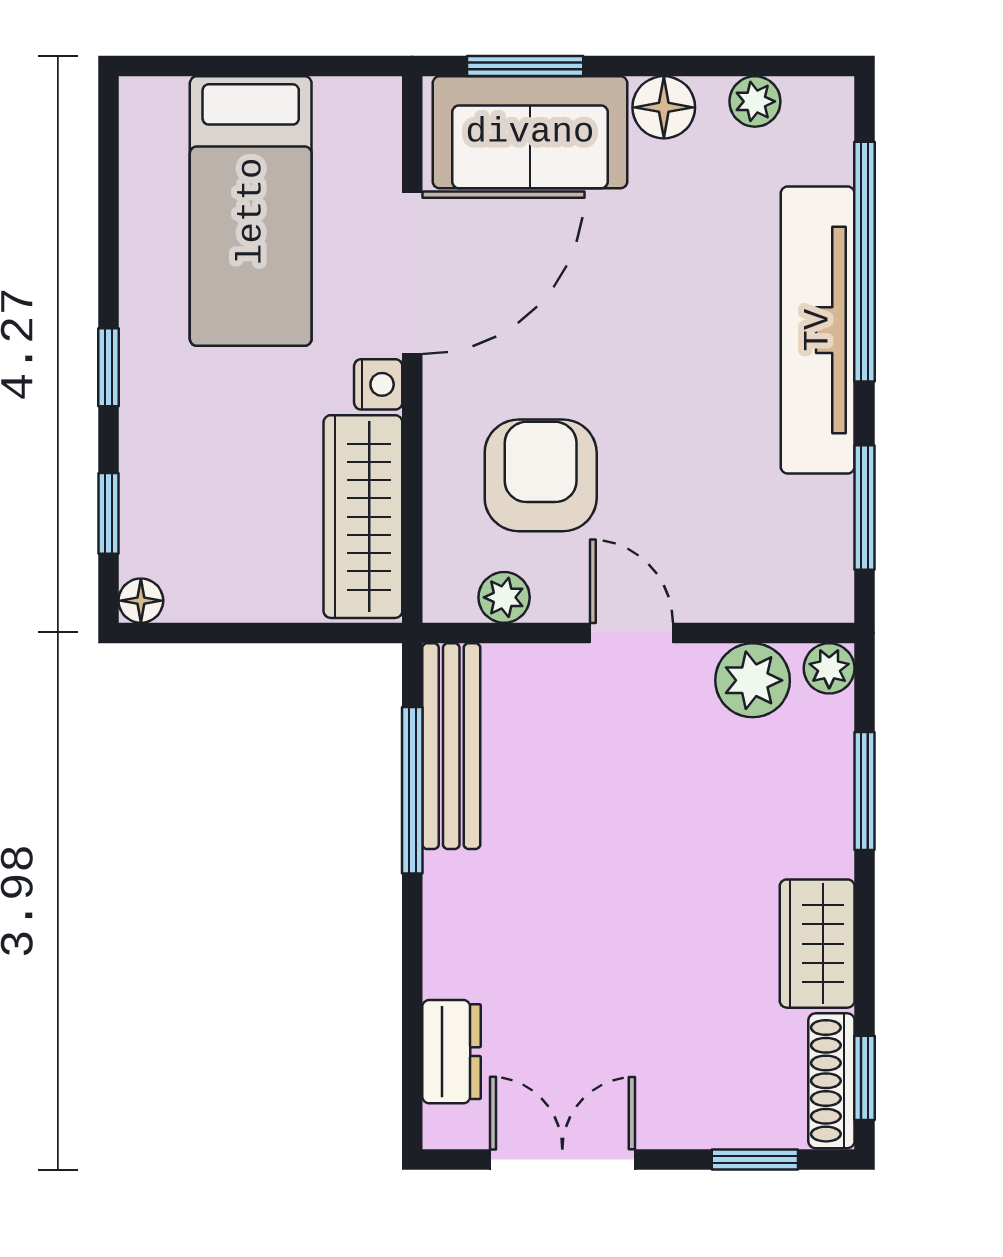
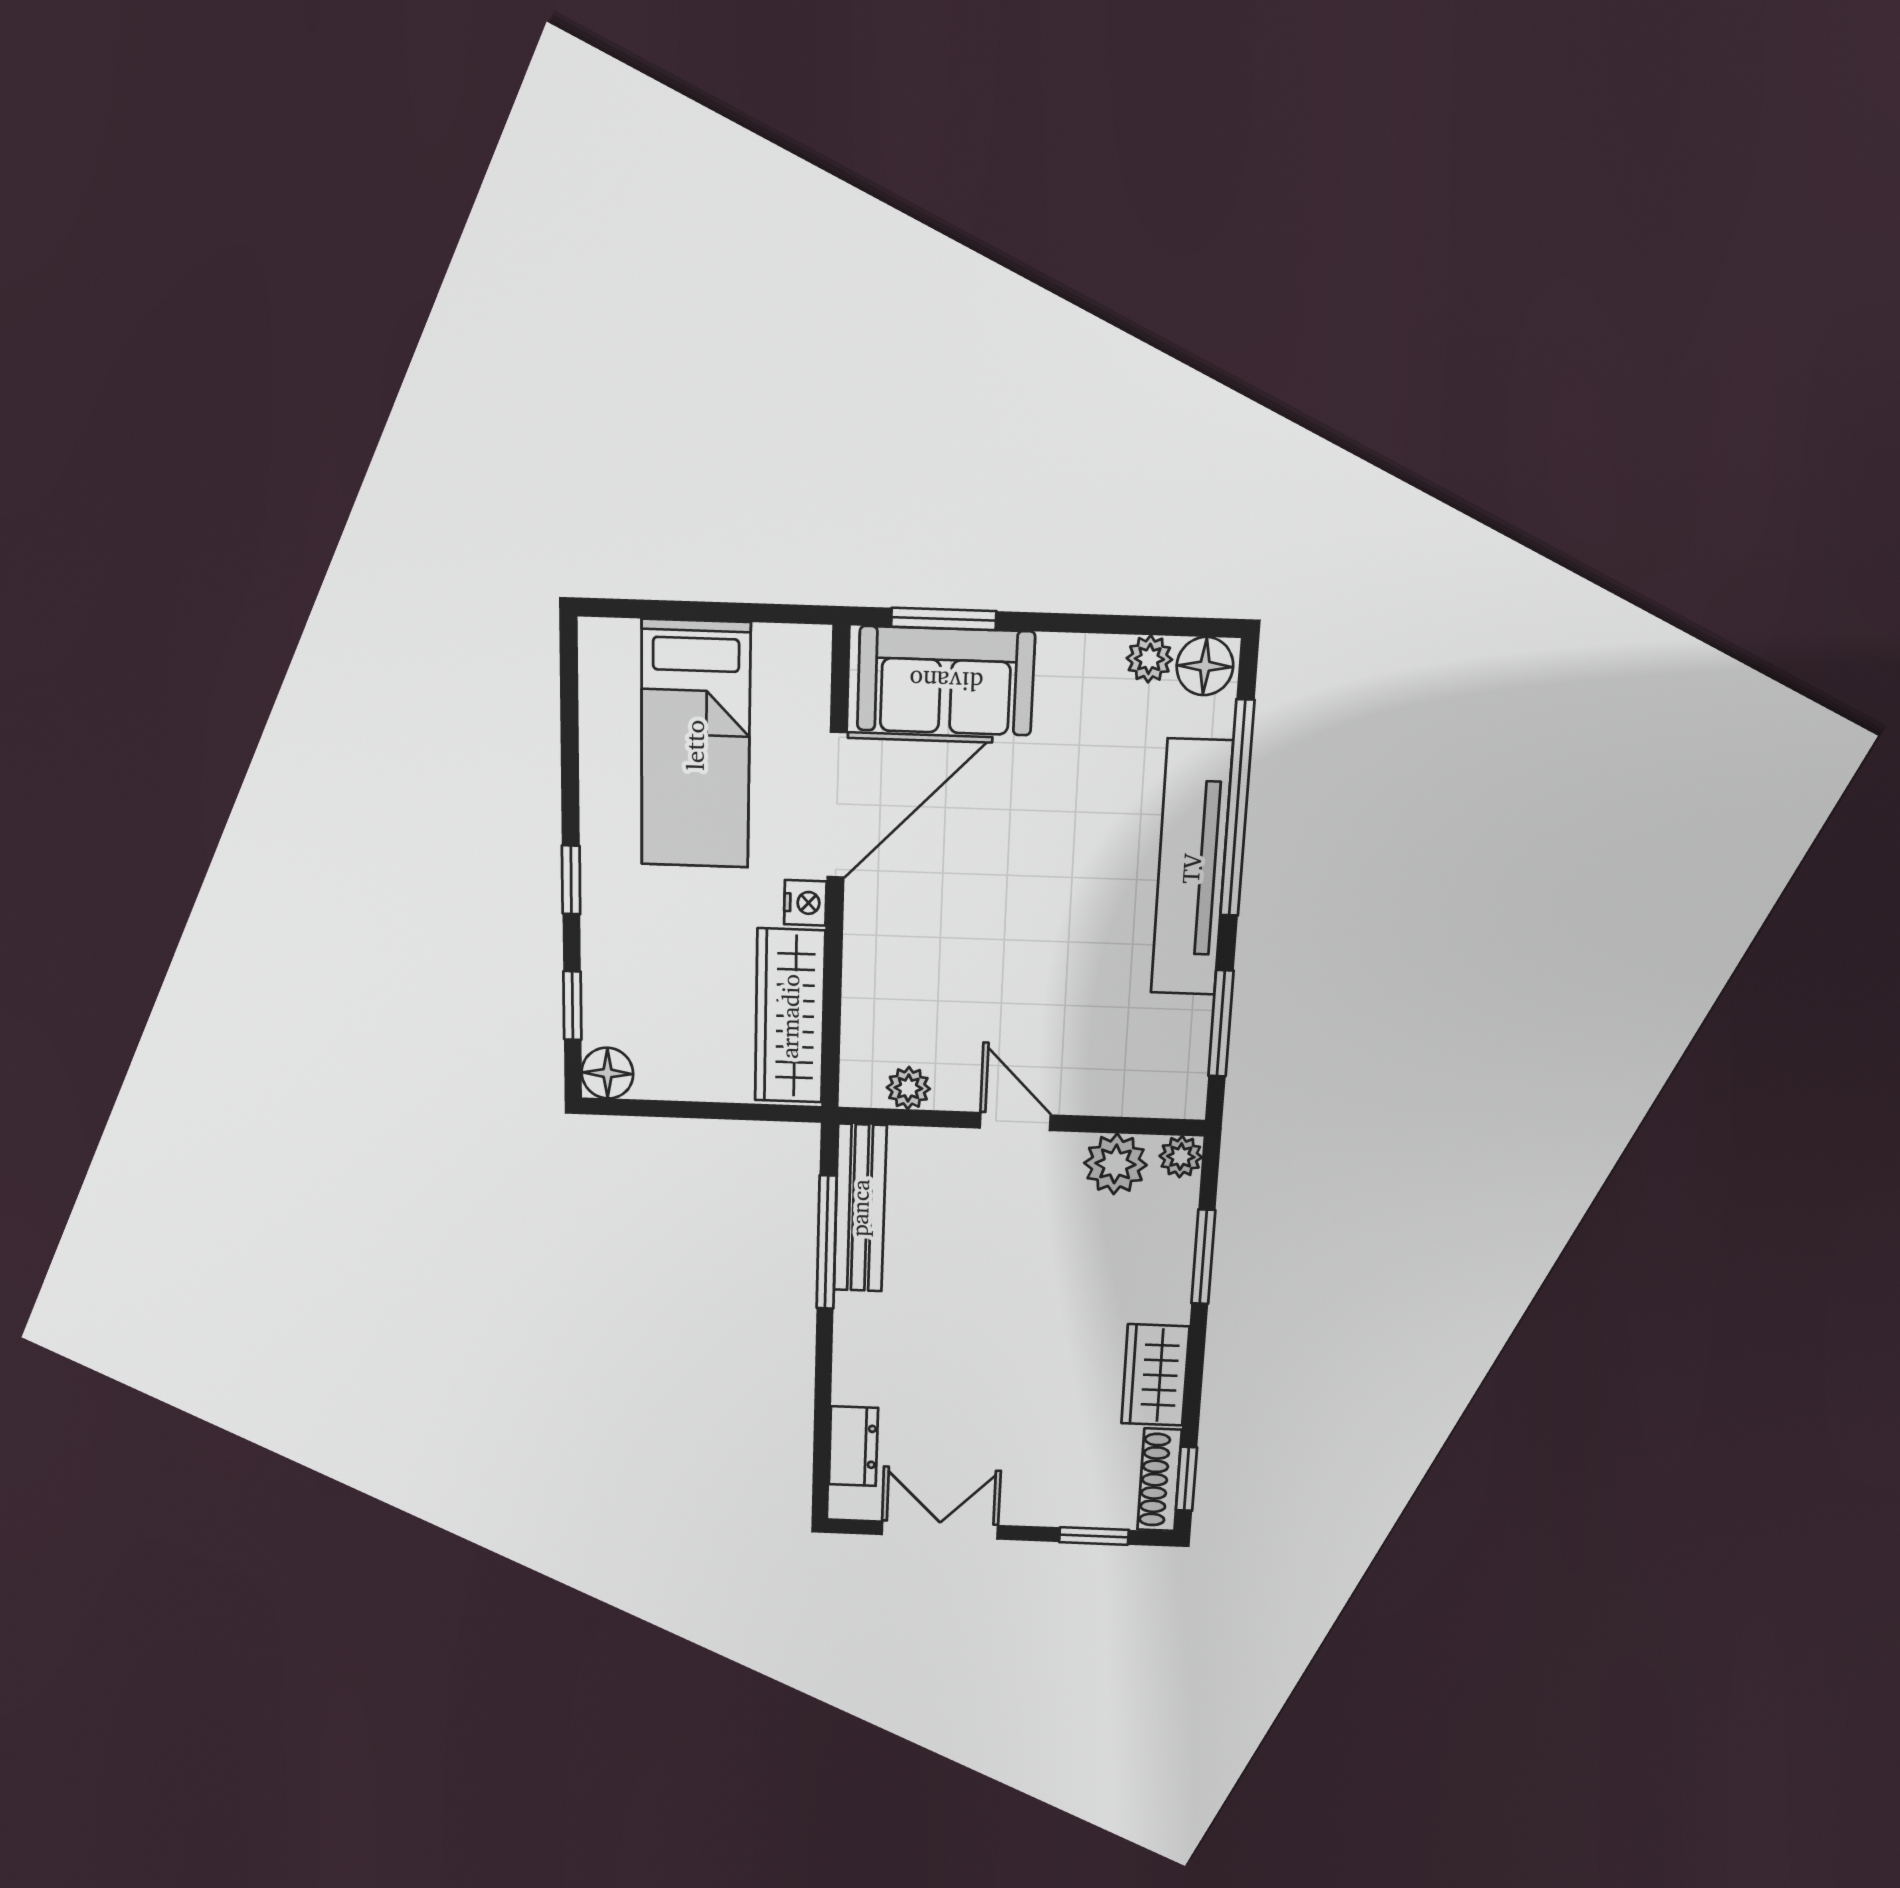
floor lamp: (664, 107) -> (1205, 666), moved
armchair: (541, 475) -> (943, 986), removed
floor lamp: (141, 601) -> (607, 1073), width x1.37, depth x1.37

